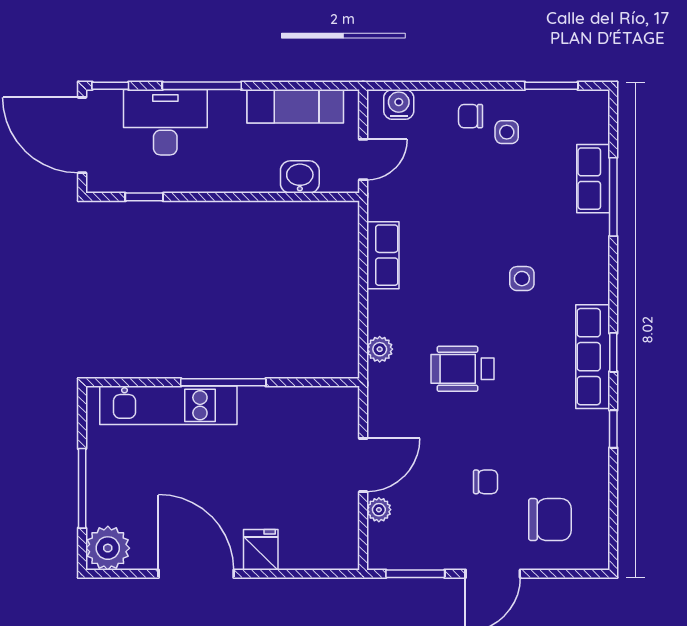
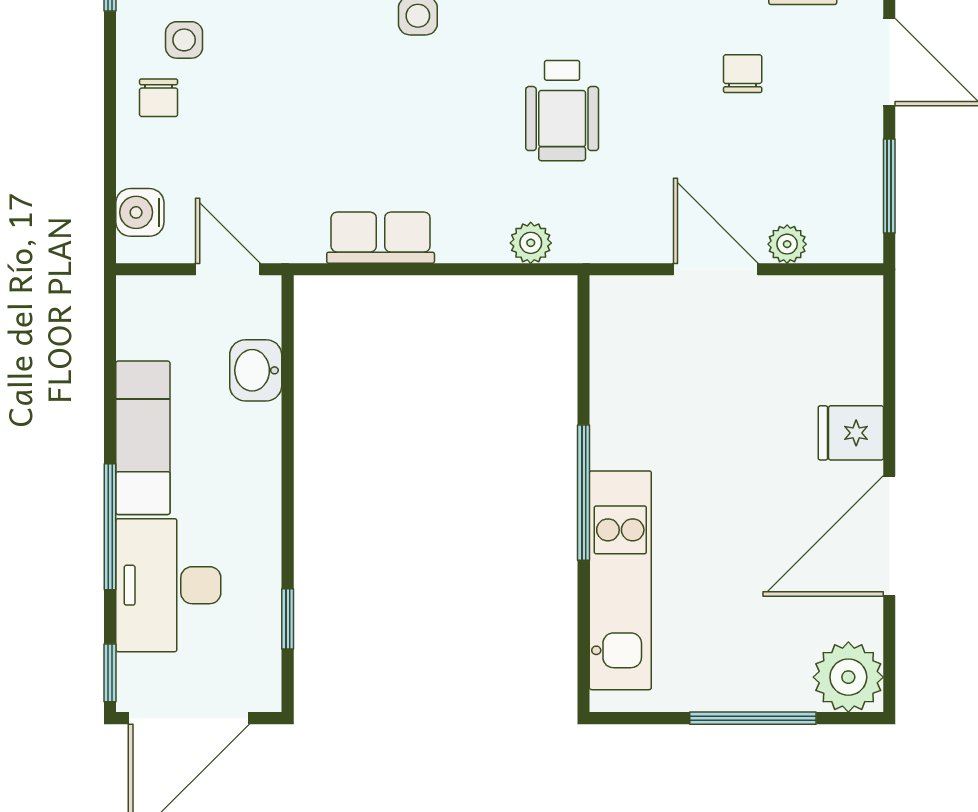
exam couch: (295, 106) -> (143, 438), moved

